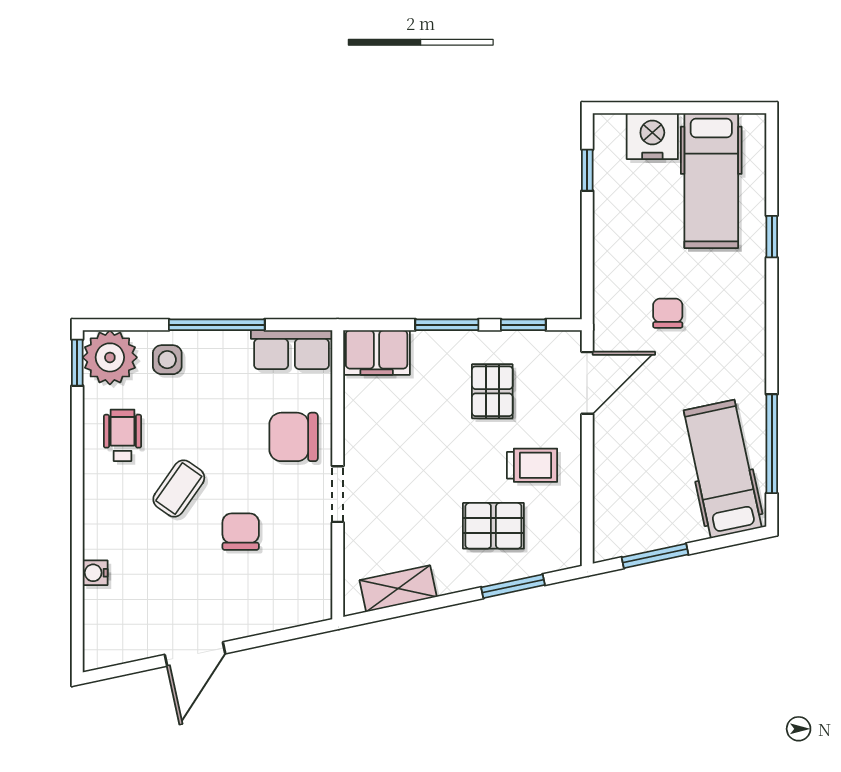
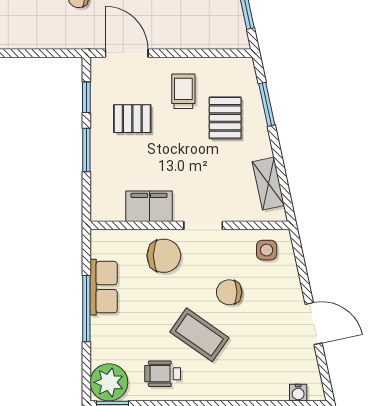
row of seats: (292, 350) -> (104, 287), moved
filing cabinet: (377, 353) -> (149, 206), moved, turned -90
side table: (167, 360) -> (267, 250), moved
chair: (294, 437) -> (164, 256), turned -90
coffee table: (179, 488) -> (199, 335), width x1.36, depth x1.30
water cooler: (95, 573) -> (298, 393), moved

